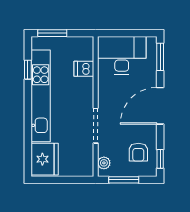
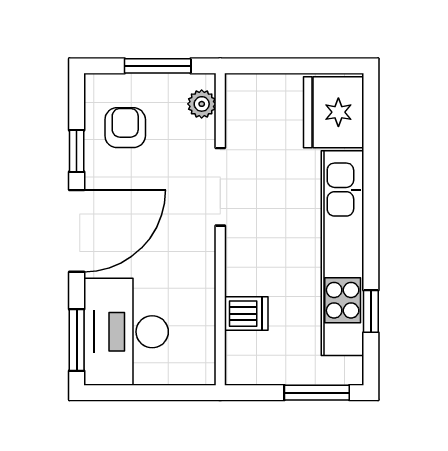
desk: (122, 55) -> (126, 332), moved, turned 90
window: (160, 159) -> (77, 151), moved

